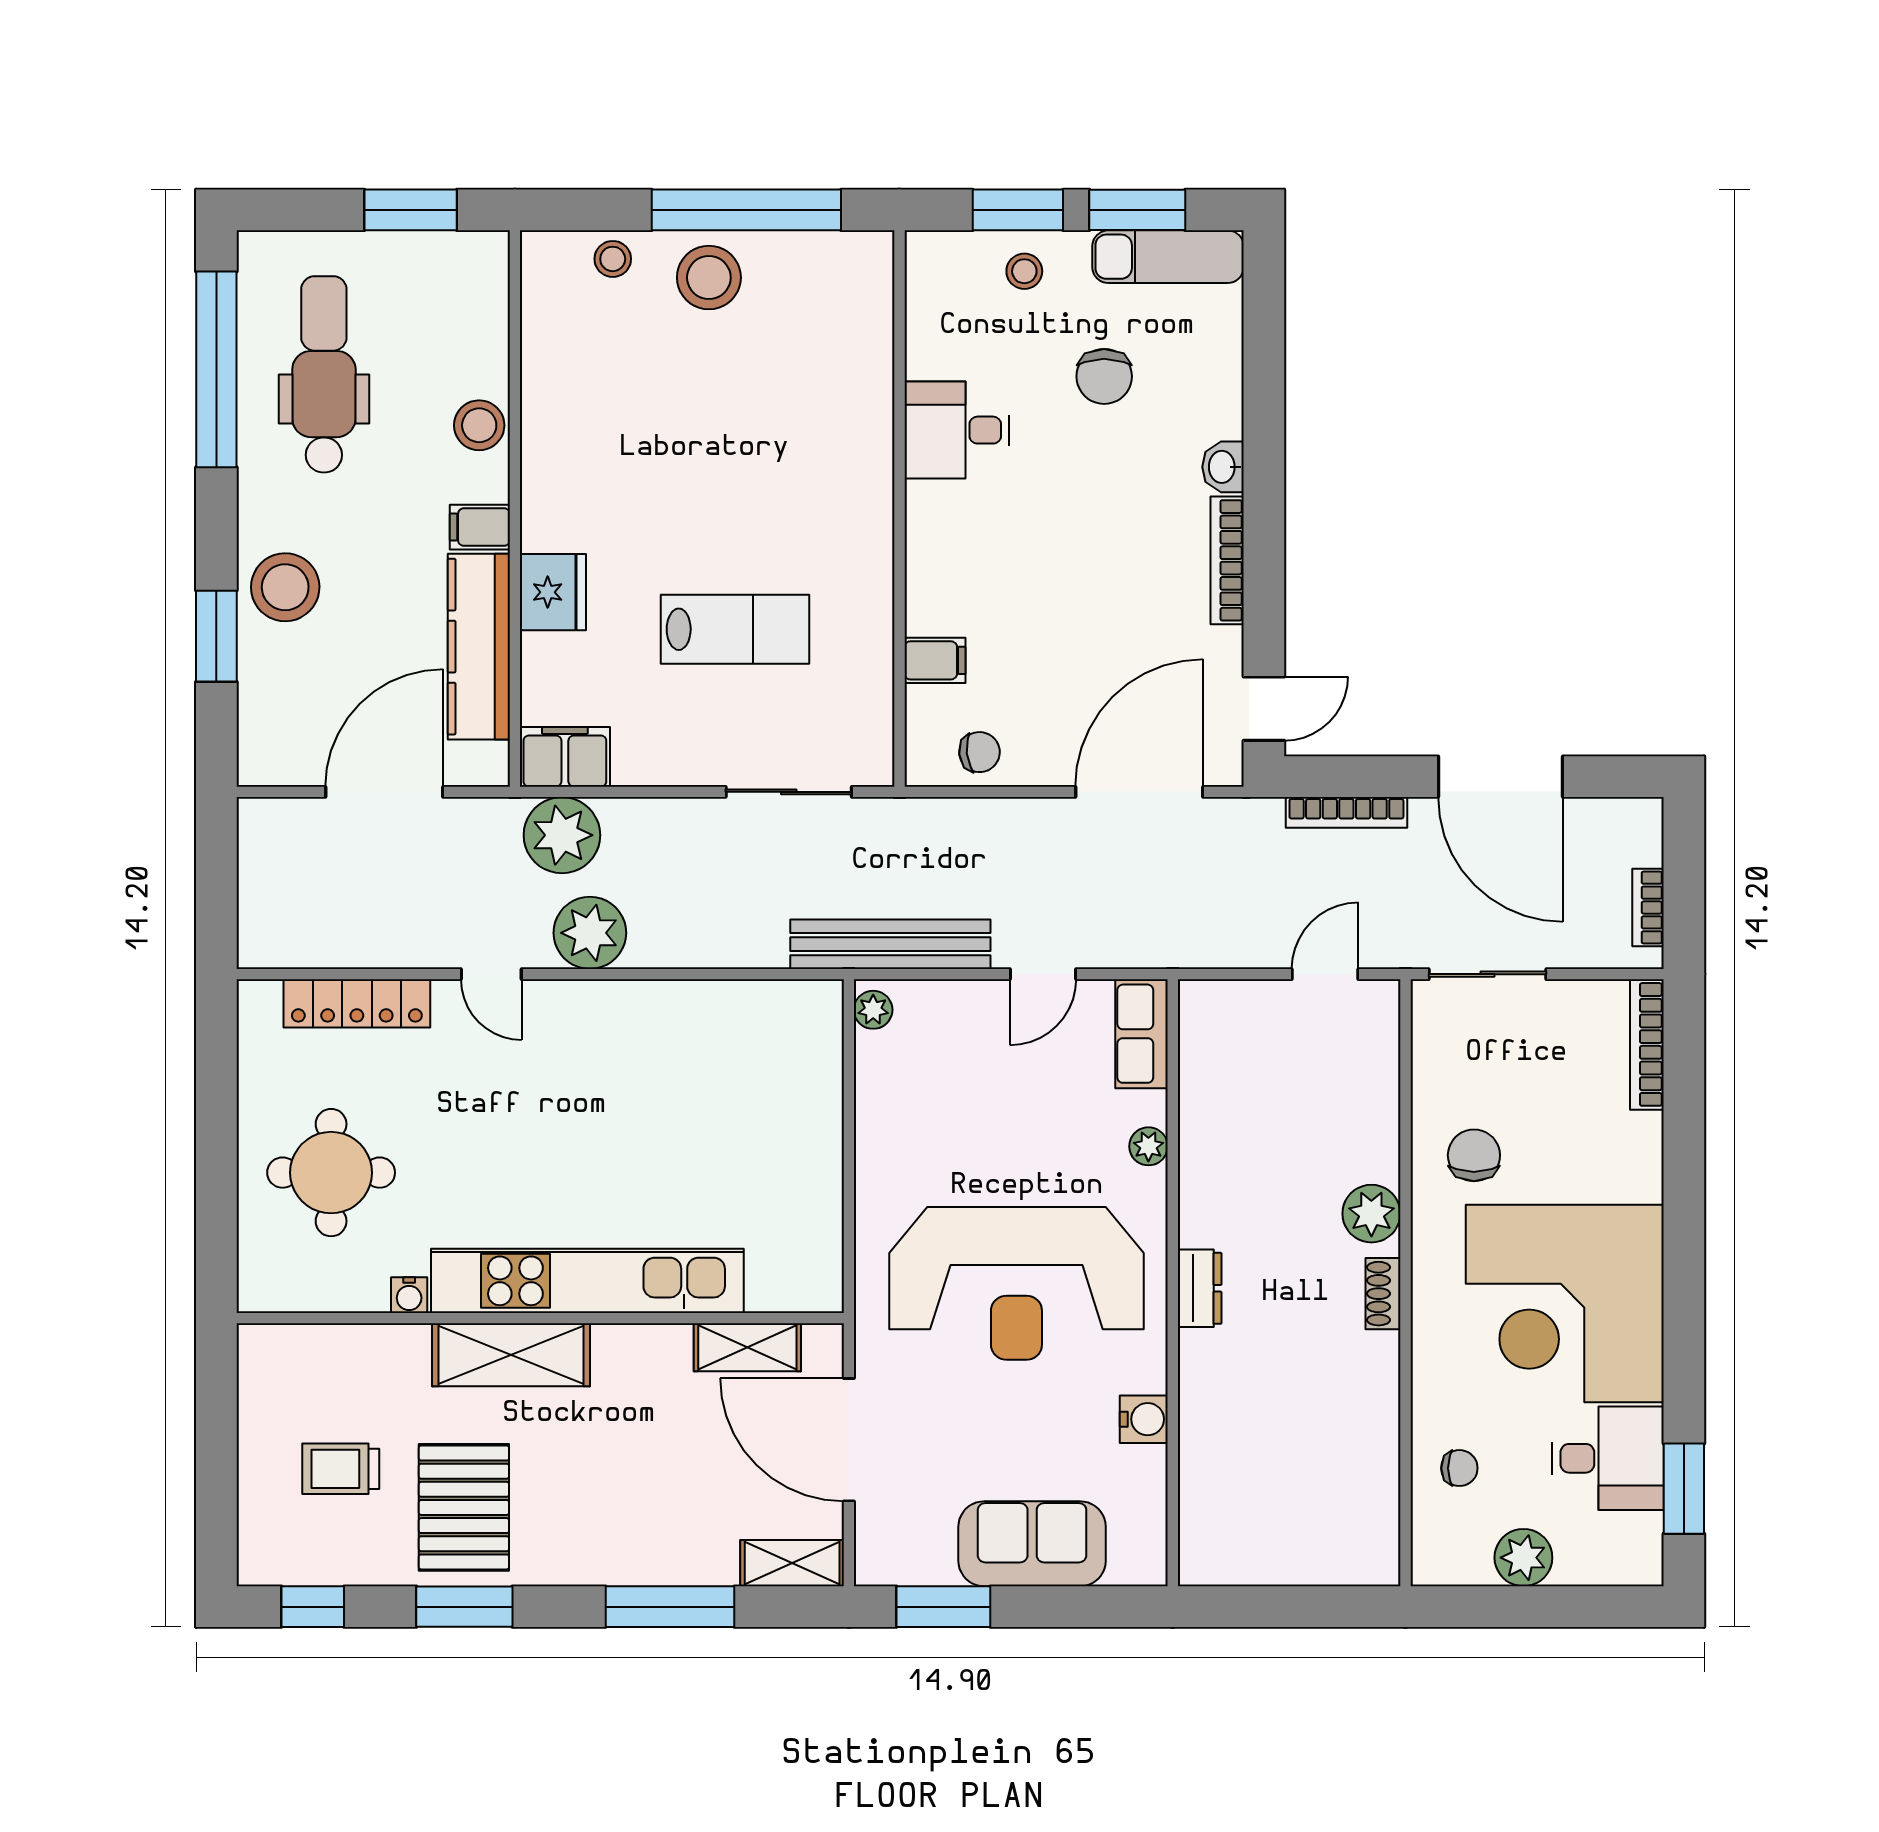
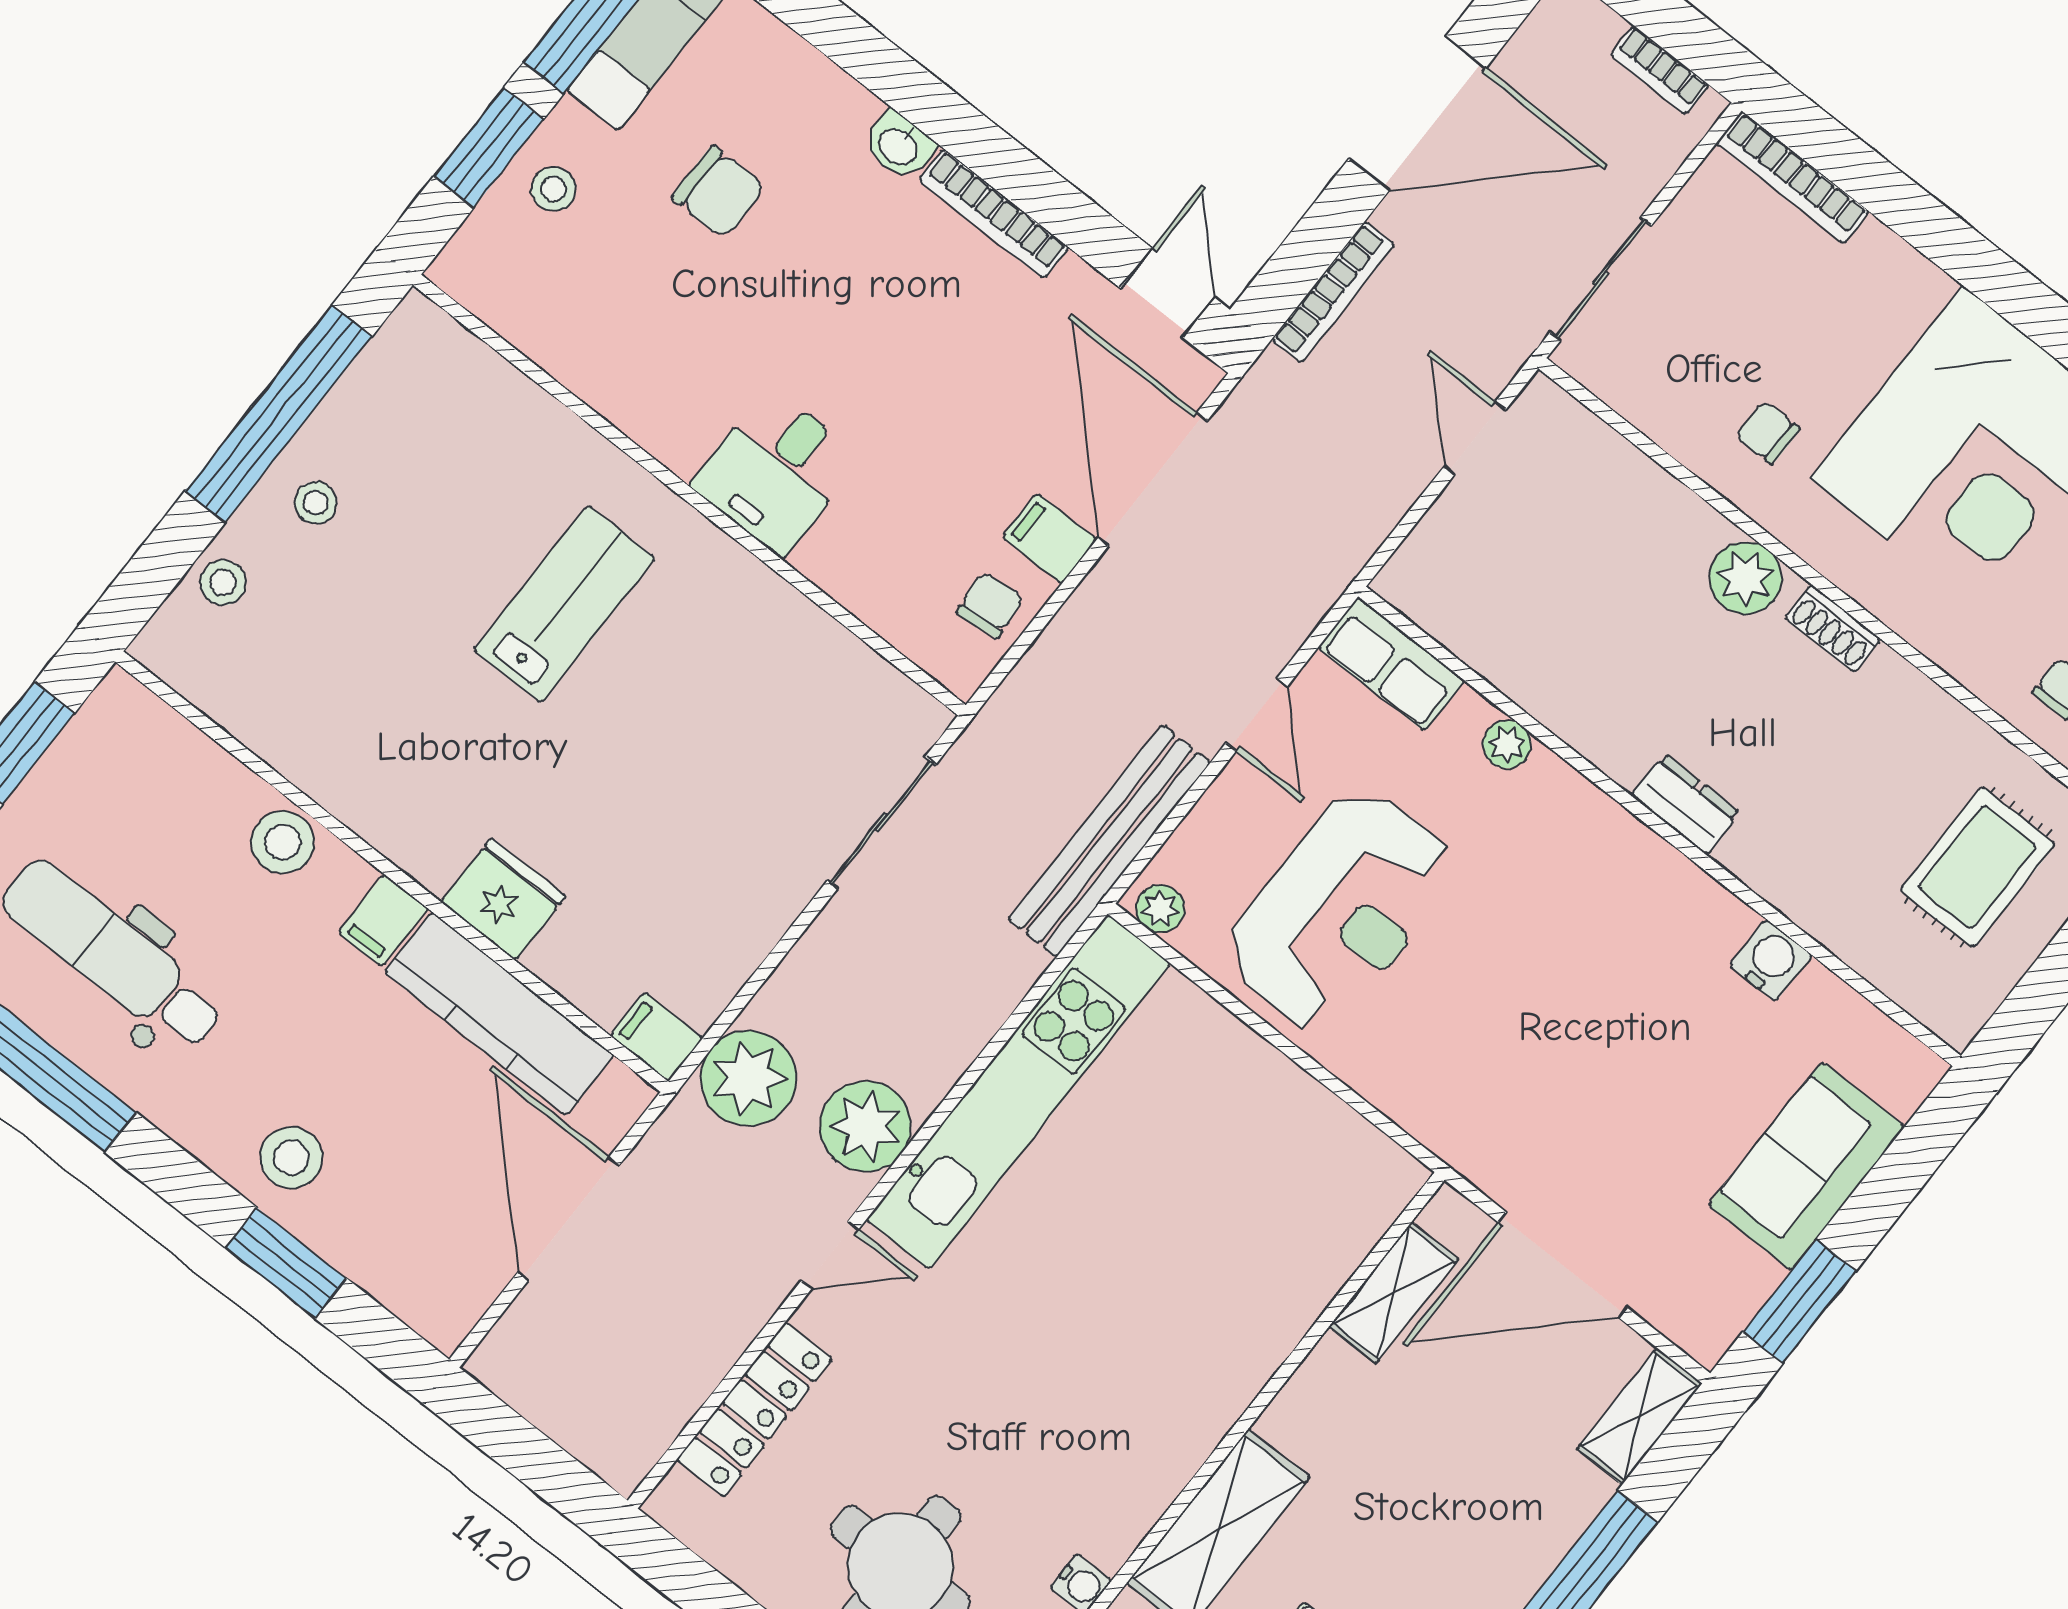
stool: (709, 278) -> (316, 503), width x0.53, depth x0.53
desk: (957, 430) -> (776, 472), moved
stool: (285, 587) -> (291, 1158), width x0.73, depth x0.73
lab bench: (735, 629) -> (564, 604), moved
filing cabinet: (935, 660) -> (1049, 538), moved, turned -90
filing cabinet: (565, 757) -> (657, 1037), width x0.50
chair: (1474, 1155) -> (1768, 432), width x0.73, depth x0.73
kitchen unit: (587, 1281) -> (1018, 1092), moved, turned 180
reception desk: (1016, 1283) -> (1340, 911), moved, width x0.74, depth x0.77
rug: (1305, 1503) -> (1978, 867), added

